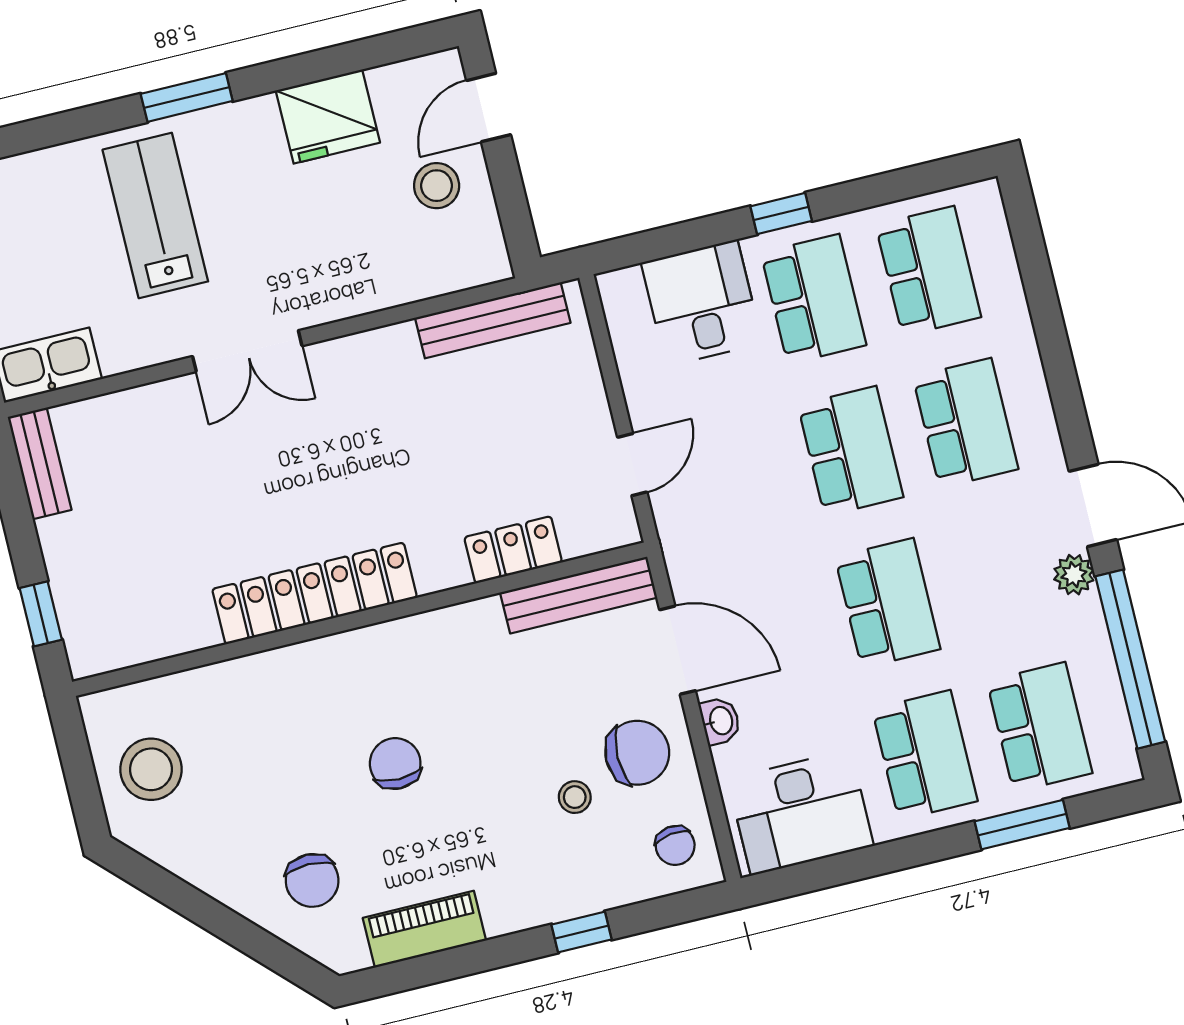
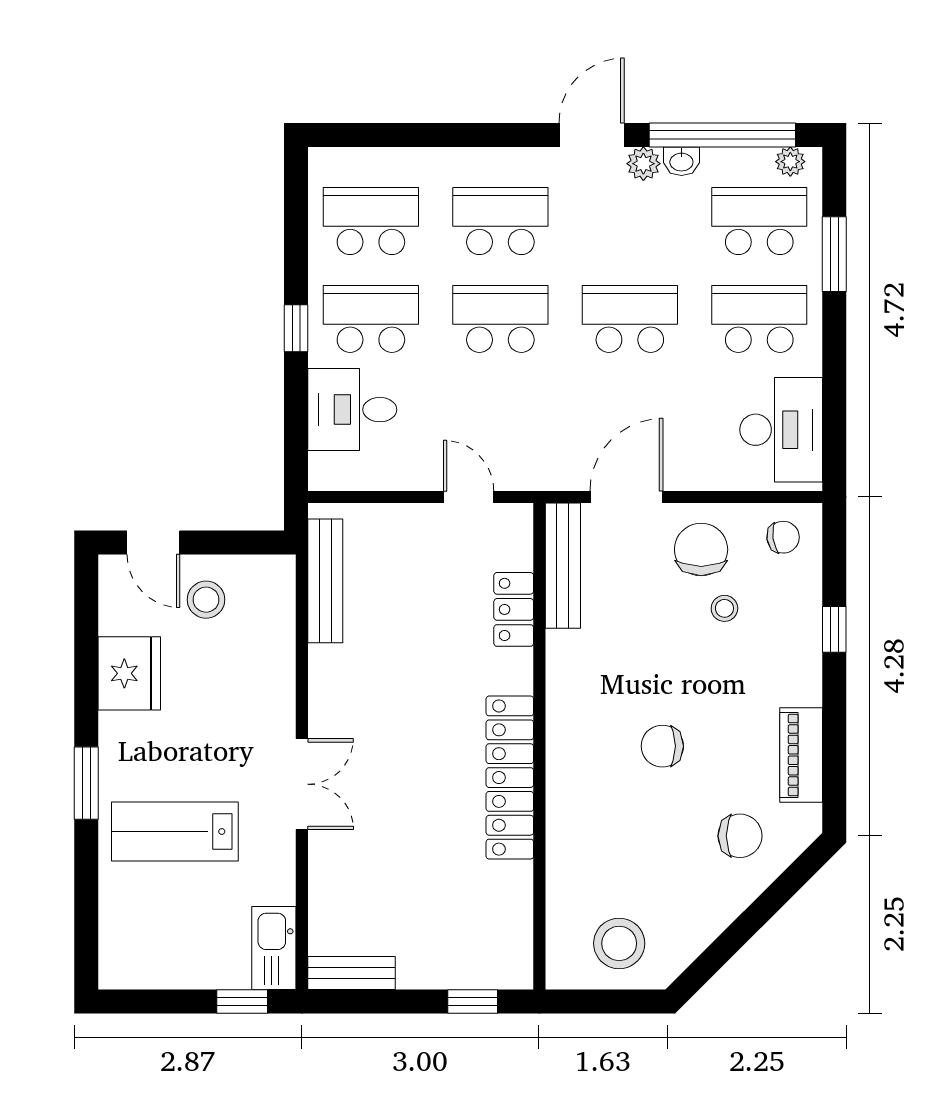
washbasin: (720, 721) -> (681, 161), moved, turned 180
plant: (1118, 746) -> (790, 162), added

